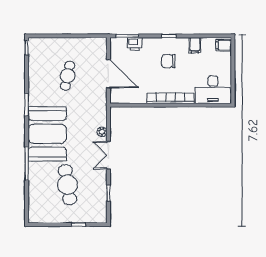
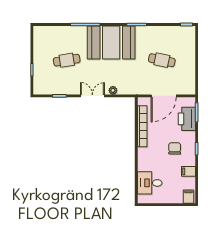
printer: (135, 44) -> (187, 119), width x1.87, depth x1.48
desk: (213, 90) -> (150, 183), width x0.73
bookcase: (171, 98) -> (142, 126), moved
cafe table: (68, 185) -> (67, 60), width x0.73, depth x0.74

